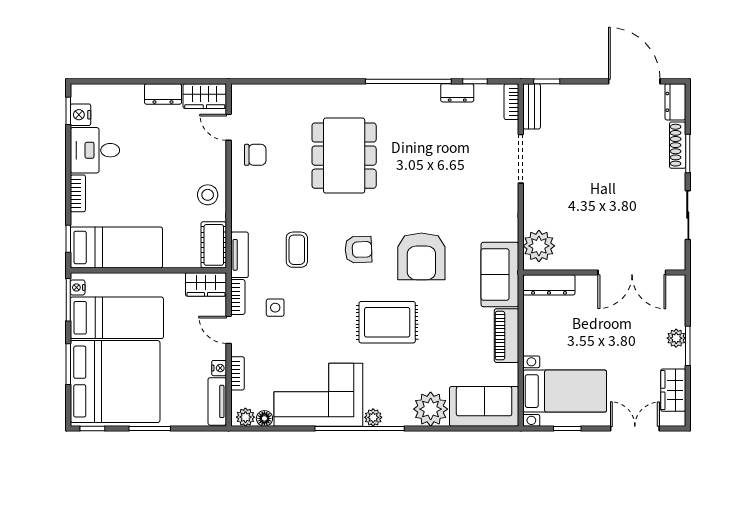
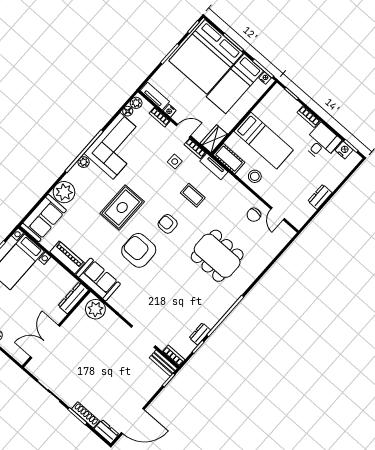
wardrobe: (205, 96) -> (302, 215), removed
door: (229, 127) -> (278, 214), swing flipped
bed: (116, 247) -> (264, 141), moved, turned -90
armchair: (358, 250) -> (168, 224), turned 92

